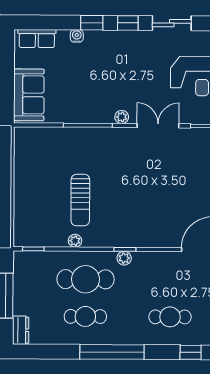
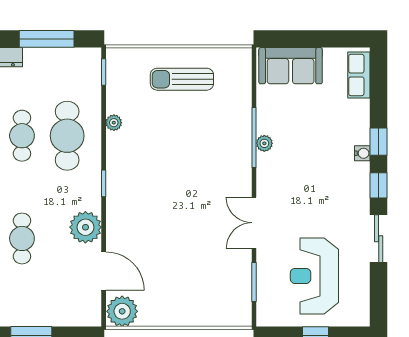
water cooler: (77, 36) -> (362, 153), moved
plant: (122, 117) -> (264, 143), moved
double door: (158, 126) -> (254, 223), swing flipped
sun lounger: (80, 200) -> (182, 79), moved
plant: (124, 258) -> (85, 227), moved, width x1.88, depth x1.88

